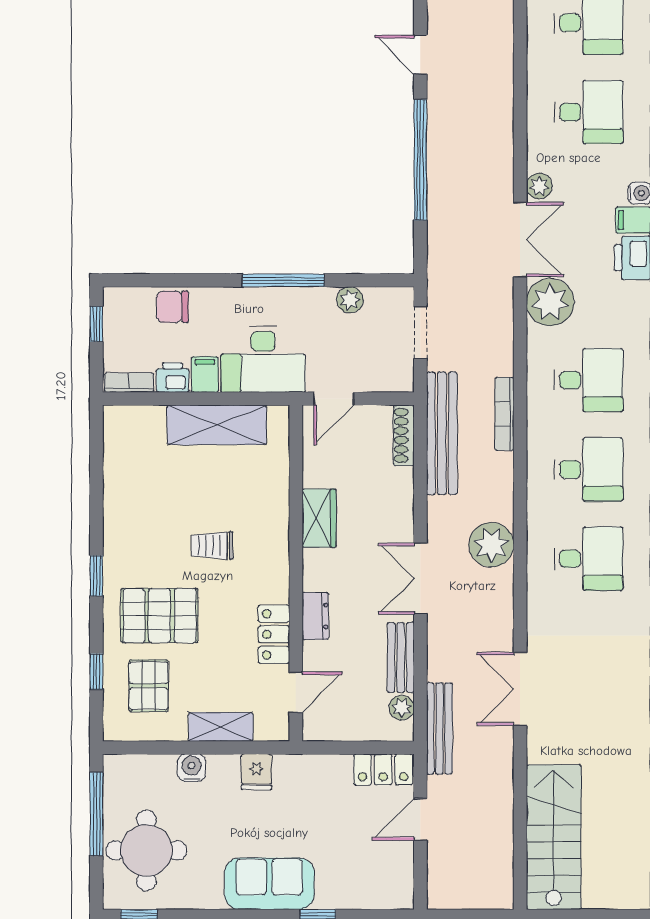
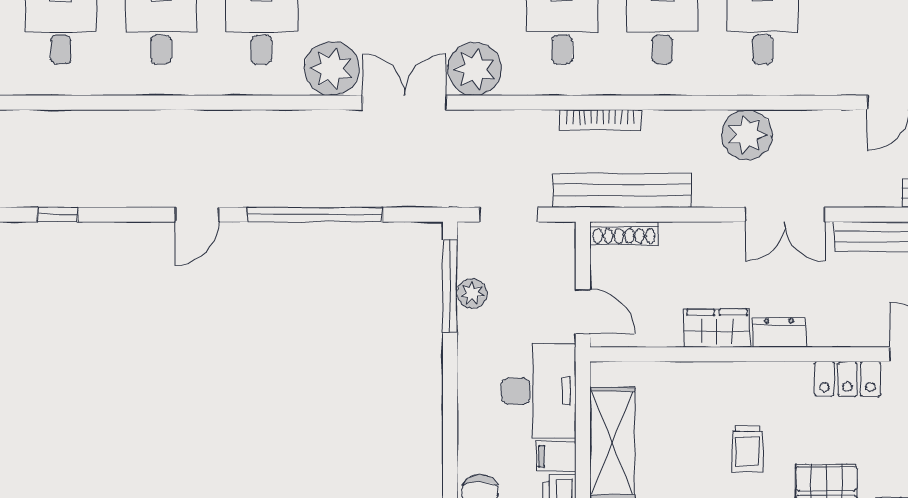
plant: (539, 186) -> (332, 69), width x1.87, depth x1.87
window: (283, 280) -> (450, 286), moved
dresser: (315, 616) -> (779, 332), moved

